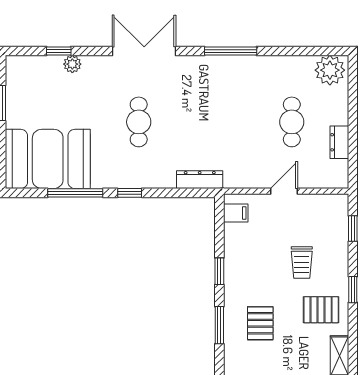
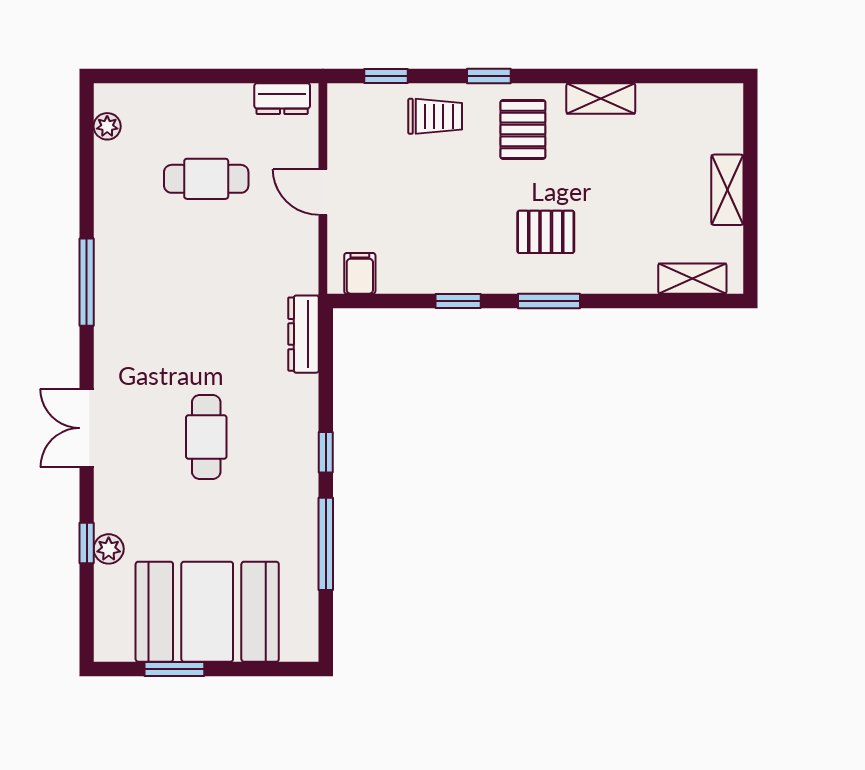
window: (59, 51) -> (87, 543), moved
double door: (144, 51) -> (87, 428), width x0.73
plant: (330, 70) -> (107, 126), width x0.53, depth x0.53
cafe table: (139, 122) -> (206, 437), turned 90
dresser: (339, 142) -> (282, 99), moved
booth: (48, 159) -> (207, 612), moved, turned 90
trolley: (302, 263) -> (435, 116), moved

